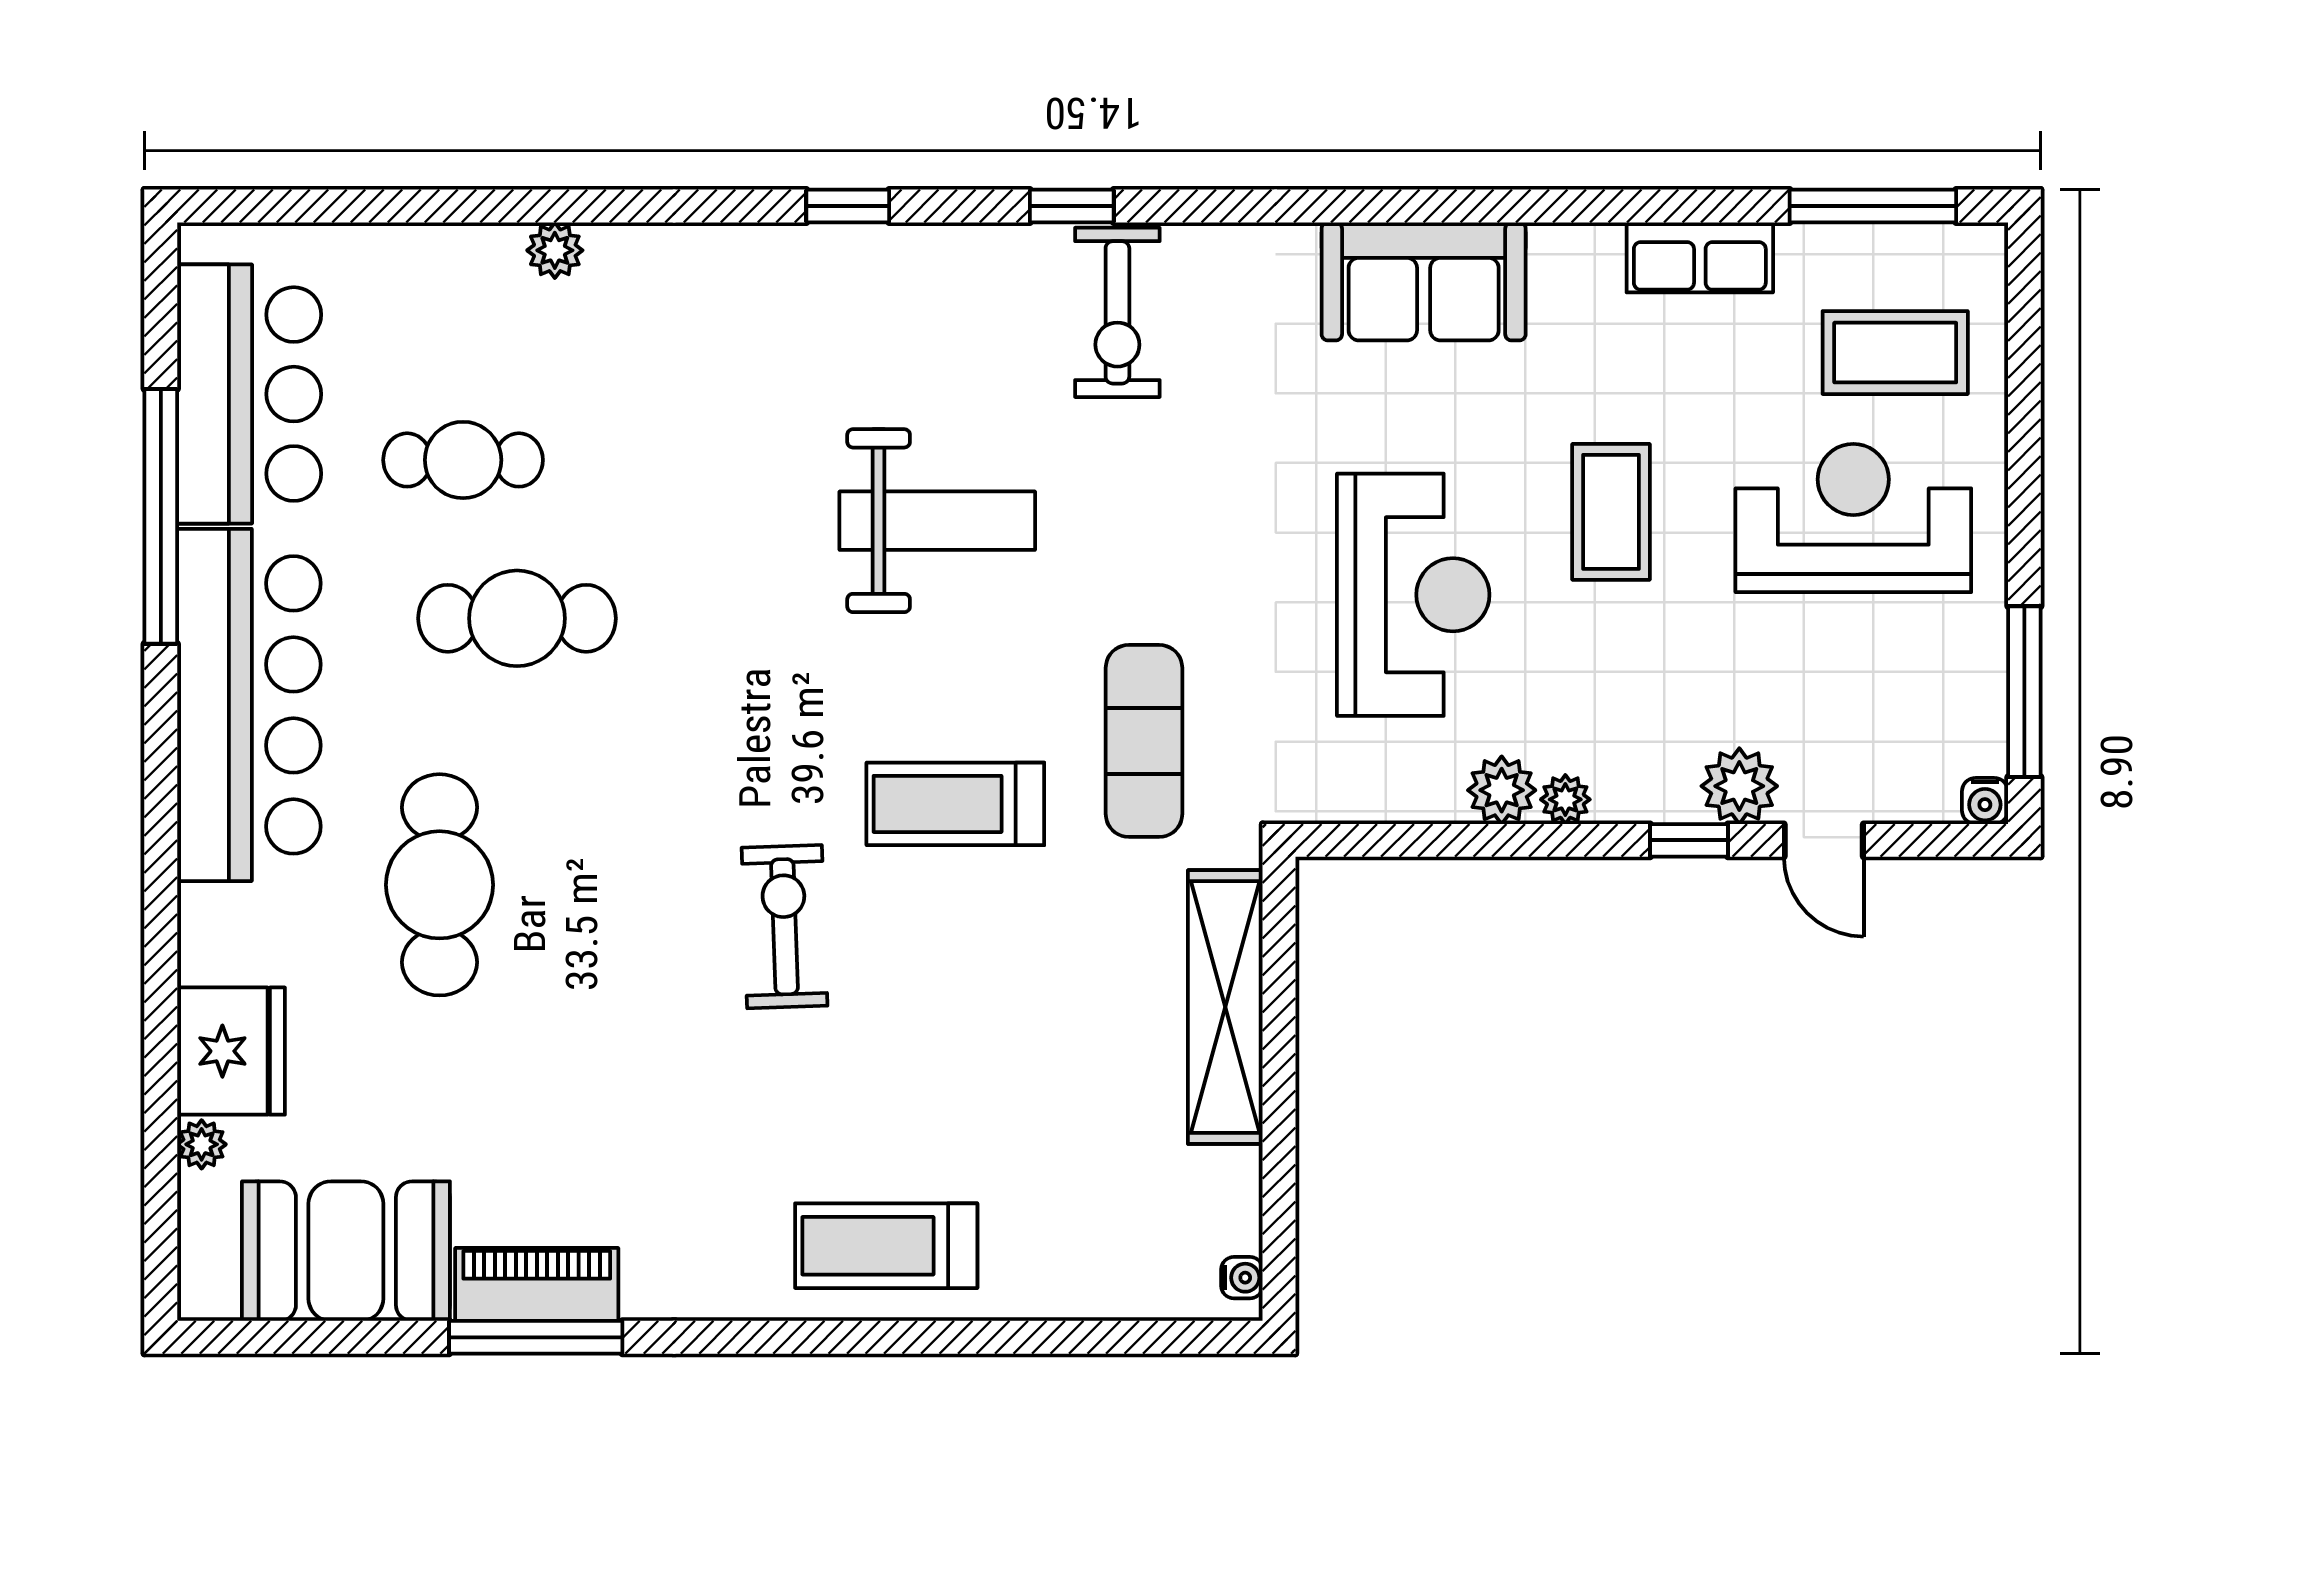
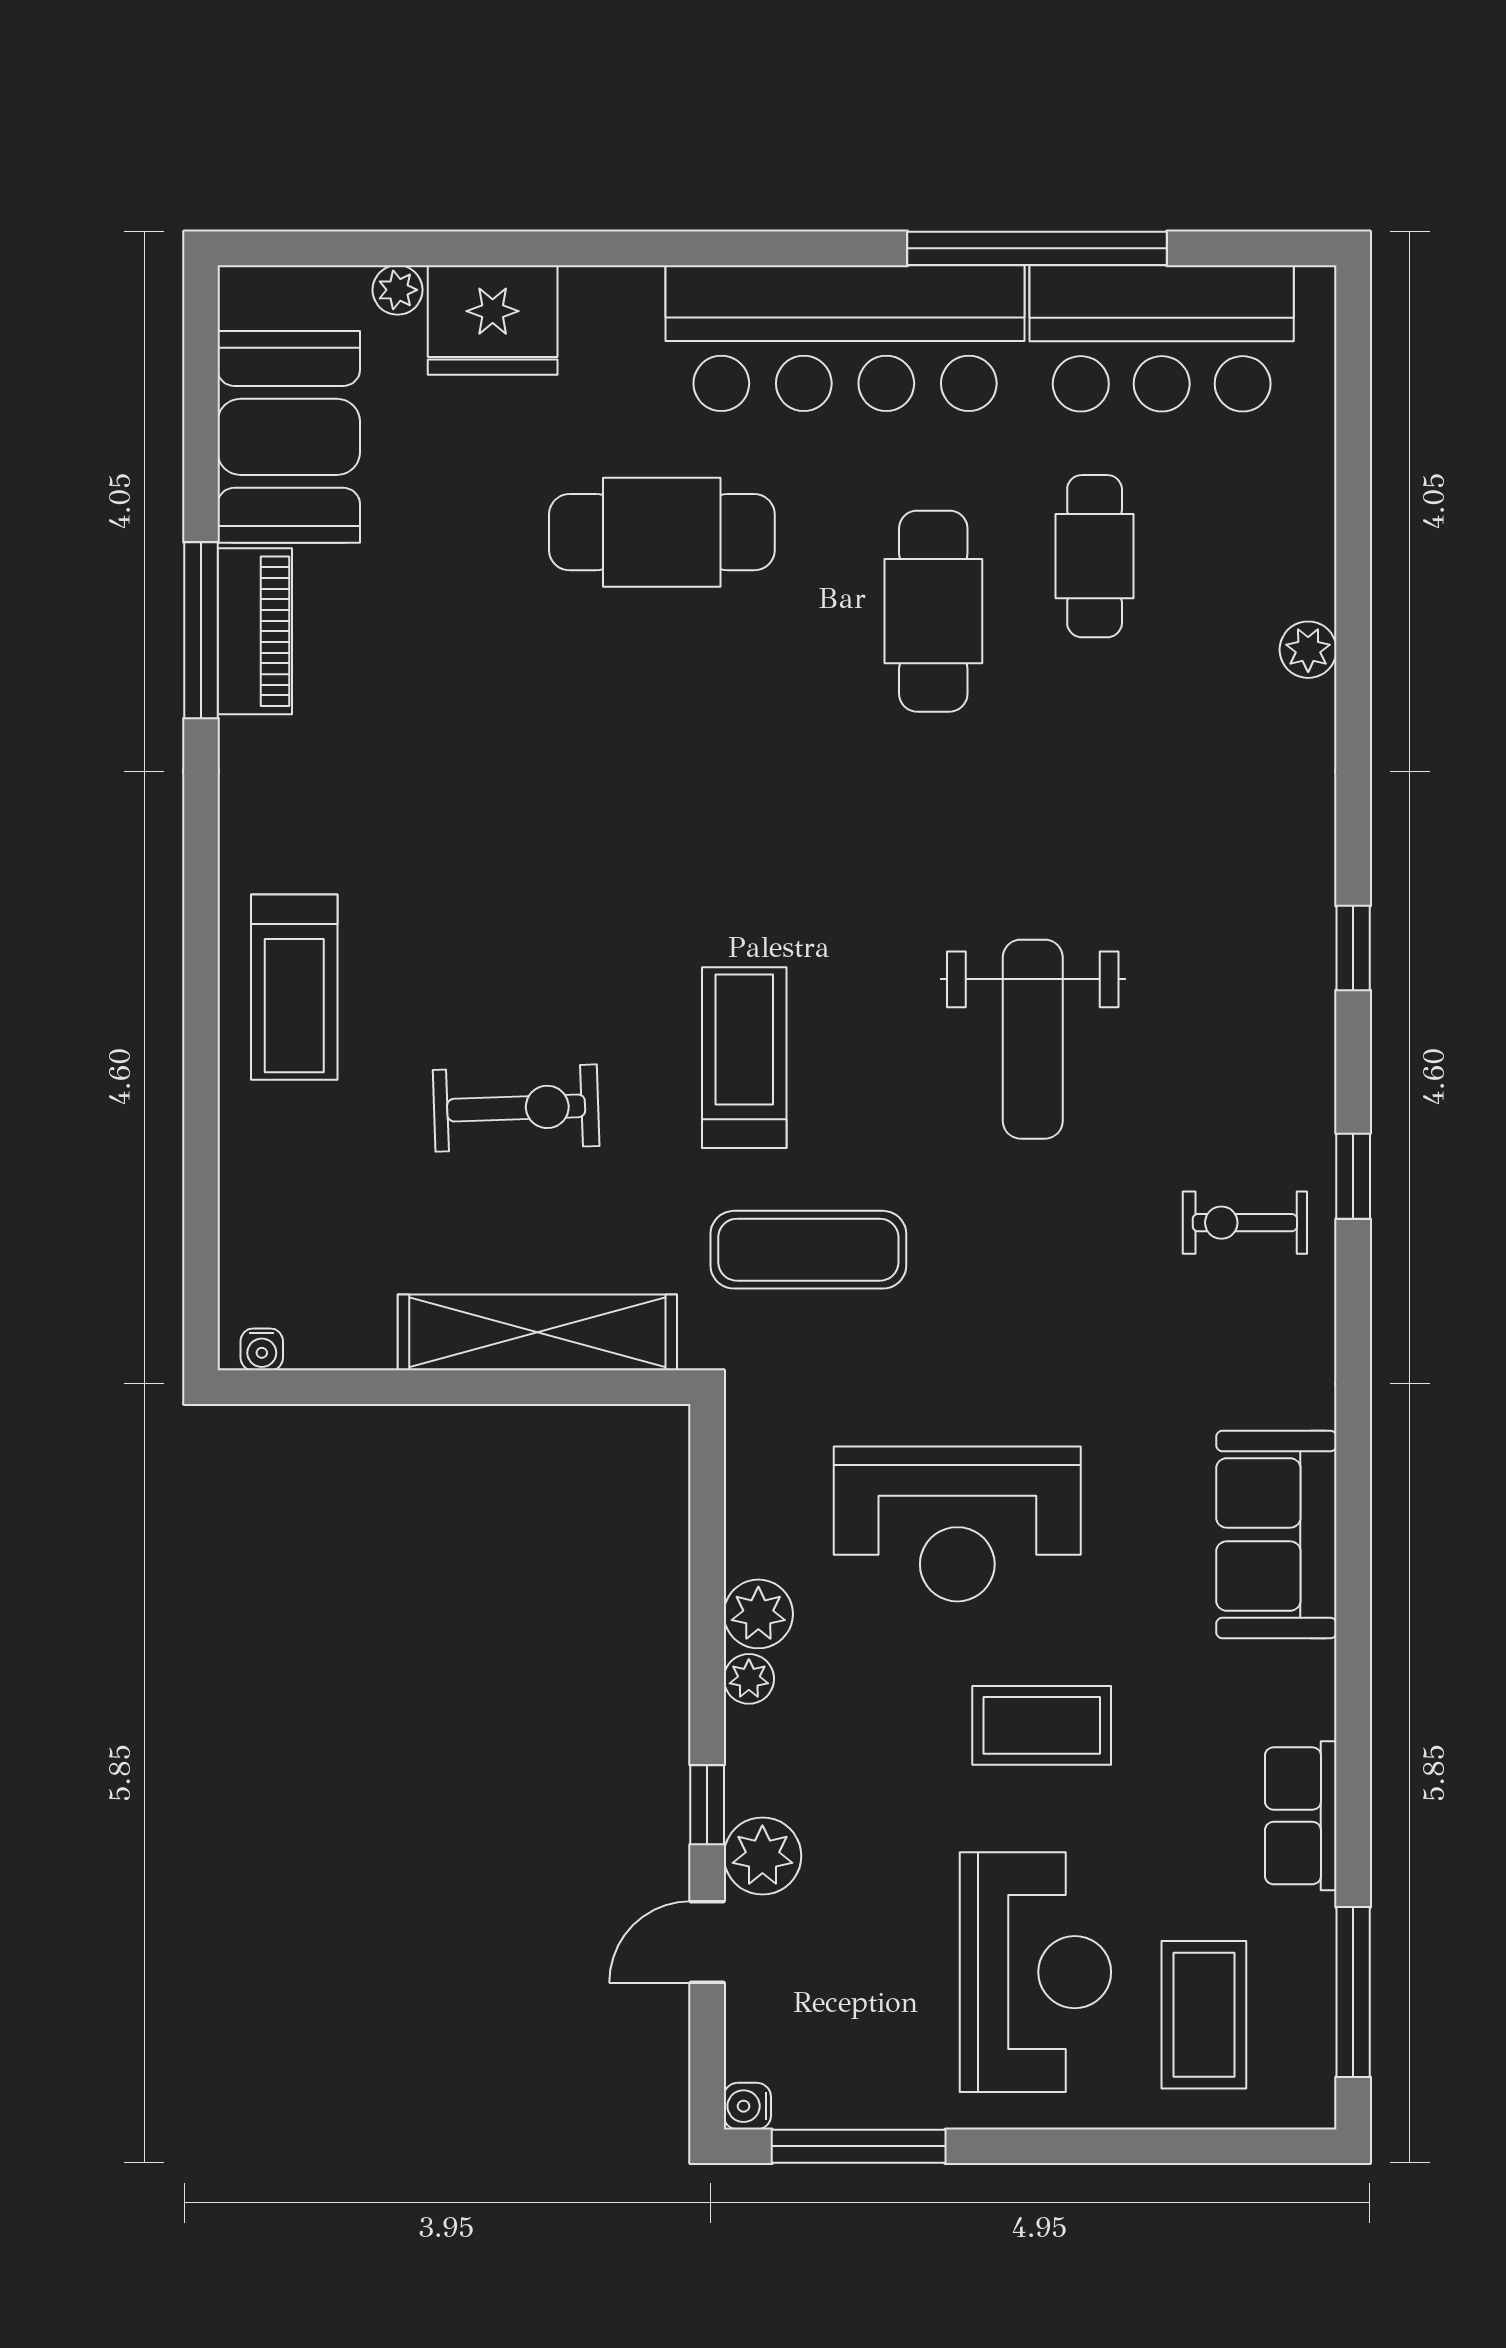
exercise bike: (1117, 312) -> (1245, 1223), width x0.73, depth x0.72
exercise bike: (784, 927) -> (516, 1108), moved
treadmill: (886, 1246) -> (294, 987), turned 180

